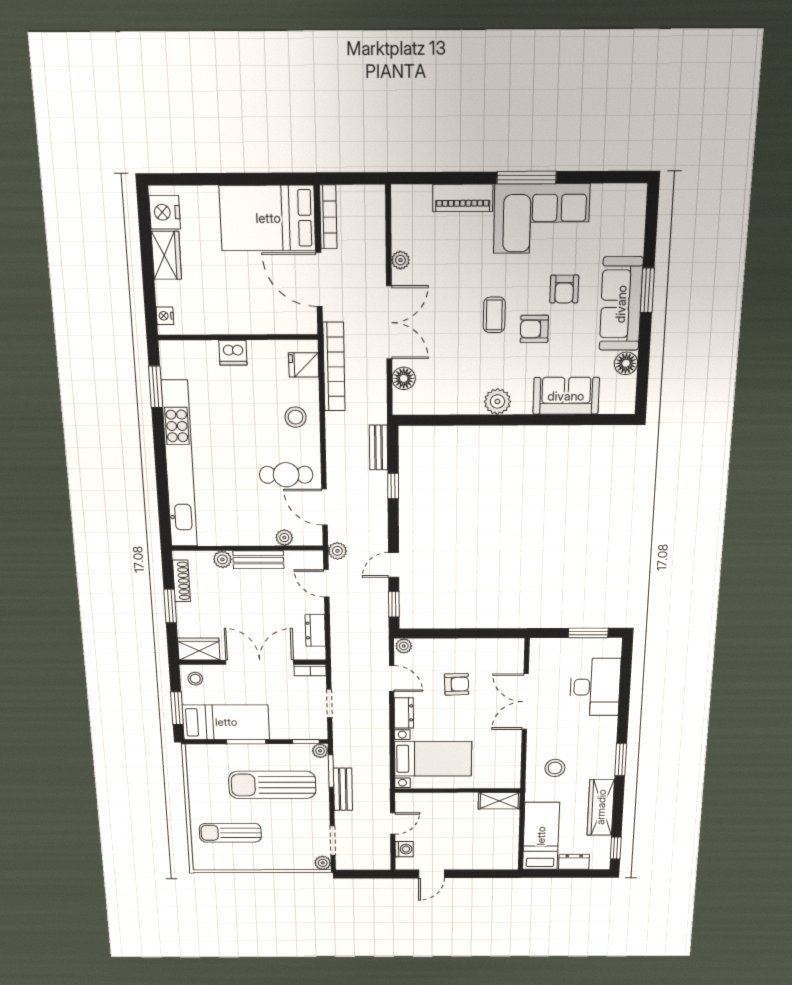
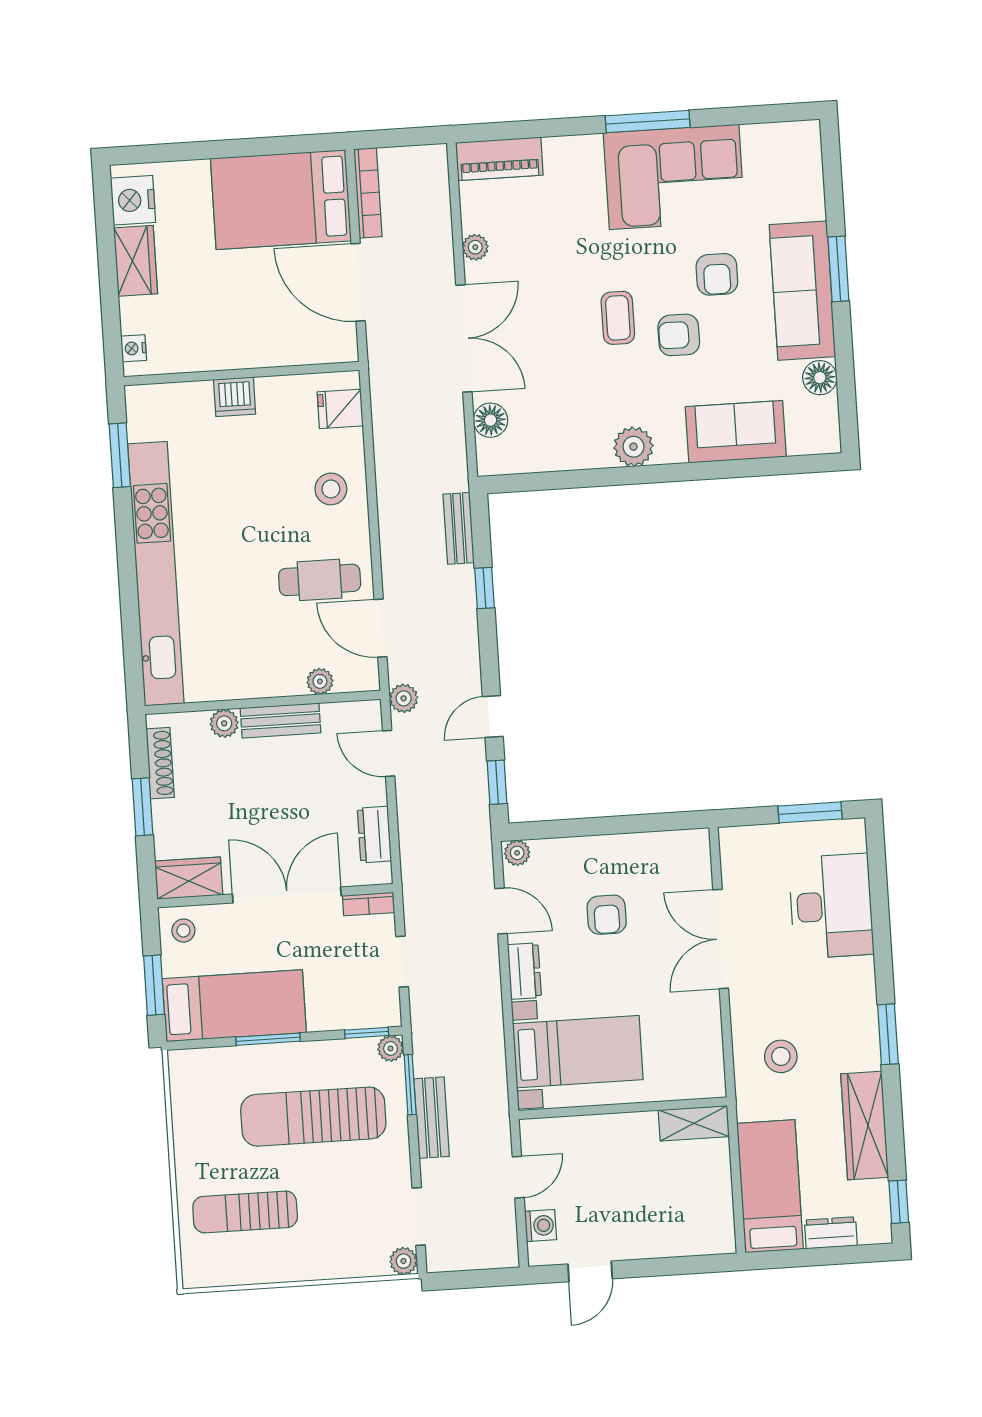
piano: (463, 198) -> (499, 159), moved
bookcase: (334, 367) -> (386, 409), removed
armchair: (457, 684) -> (607, 915), turned 92

